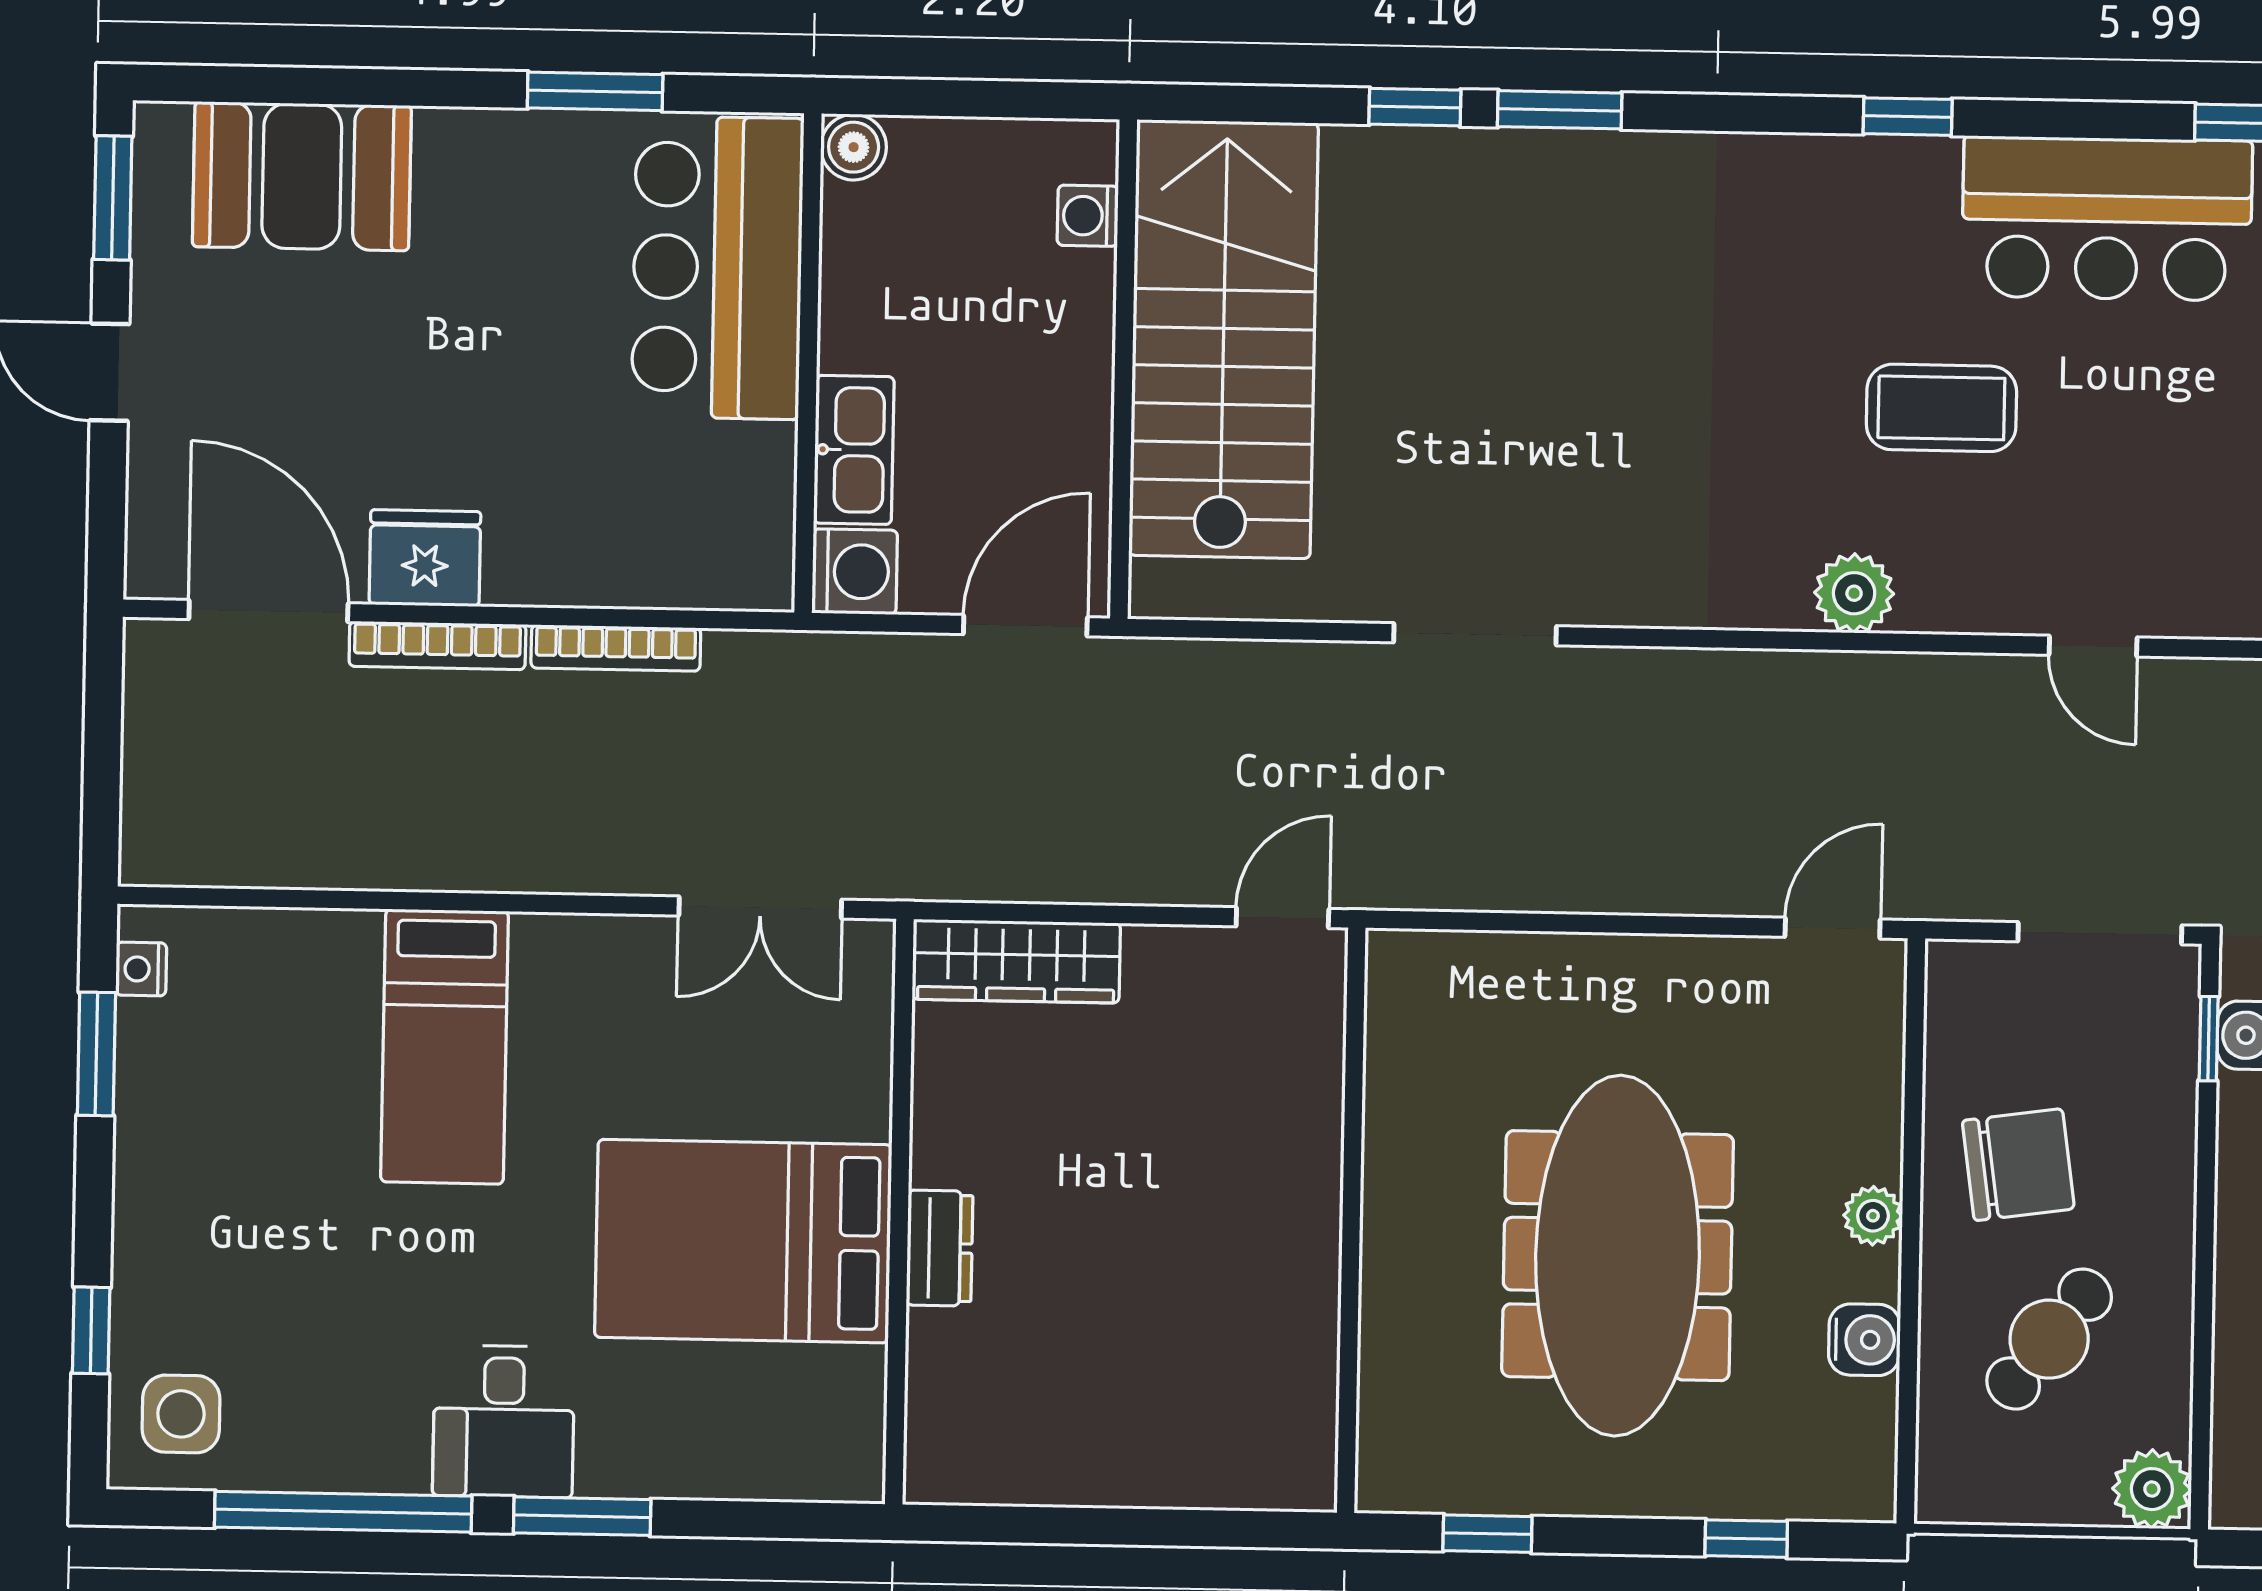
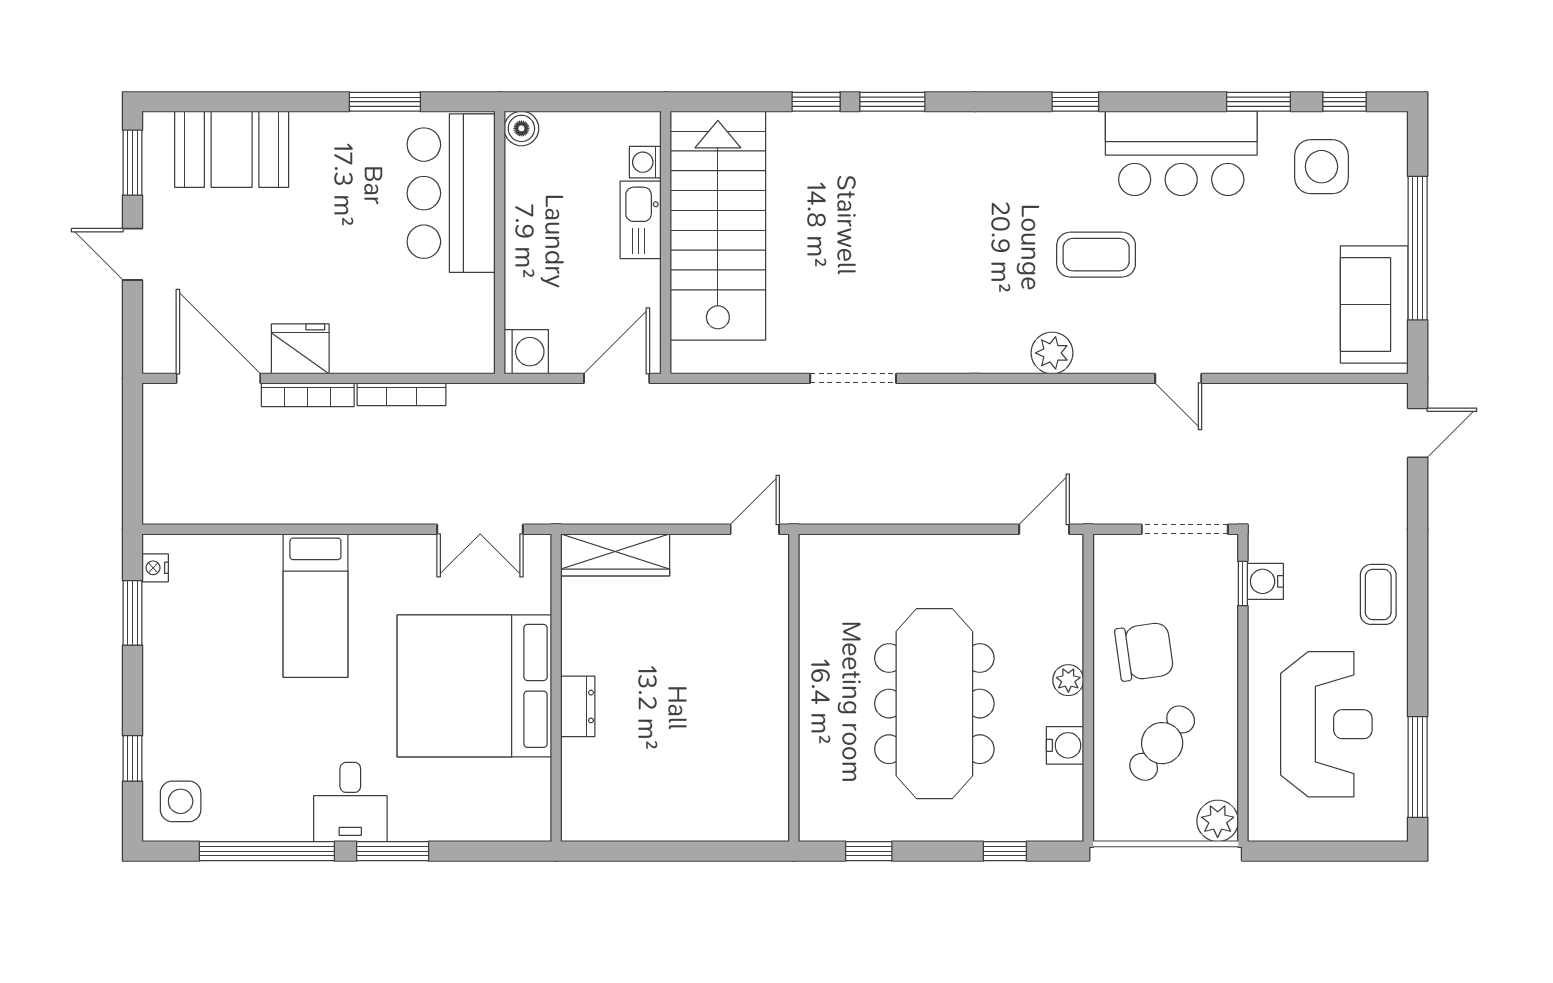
kitchen sink: (854, 450) -> (641, 220), moved, turned 180
bed: (743, 1241) -> (474, 686), width x1.36

